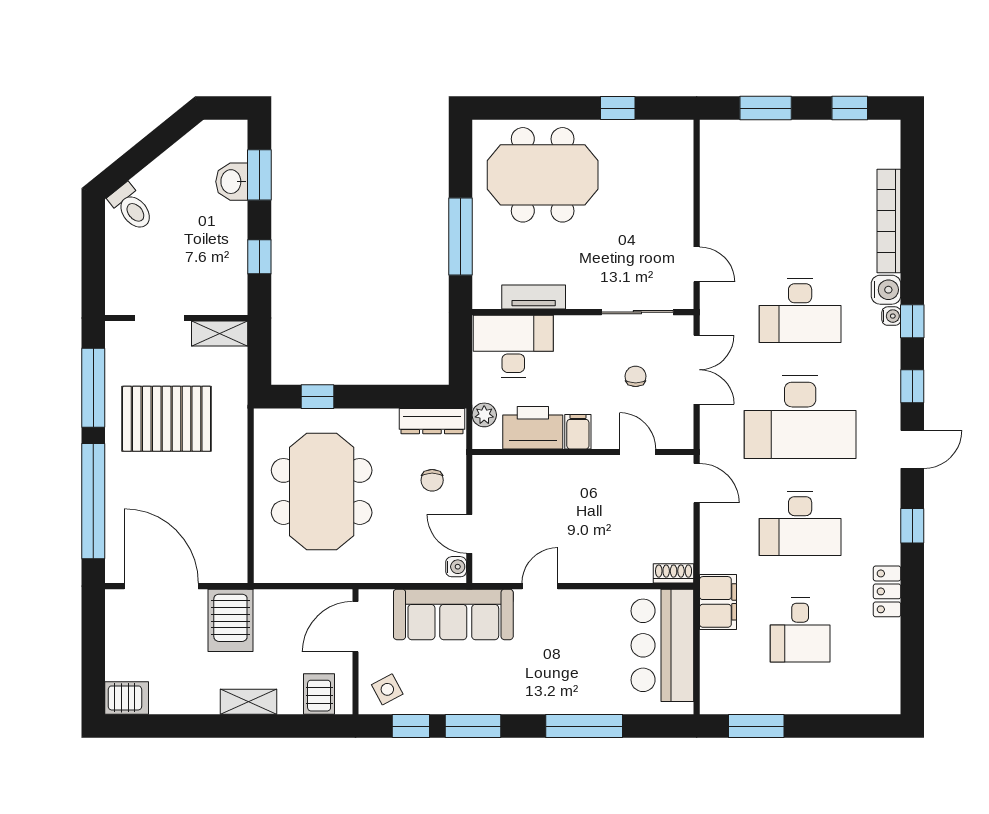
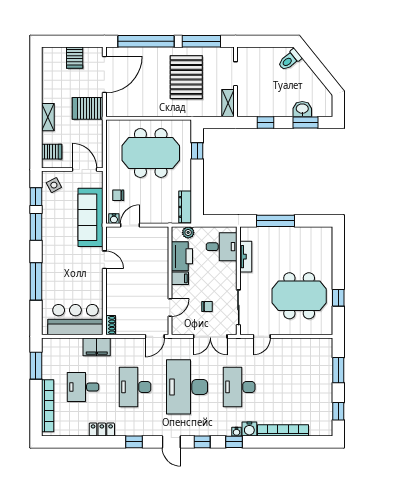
meeting table: (543, 175) -> (299, 296), moved, turned 90
desk: (513, 346) -> (222, 247), width x0.73
chair: (432, 480) -> (118, 195), moved
server rack: (127, 698) -> (75, 58), moved
bookcase: (839, 702) -> (48, 406), added

